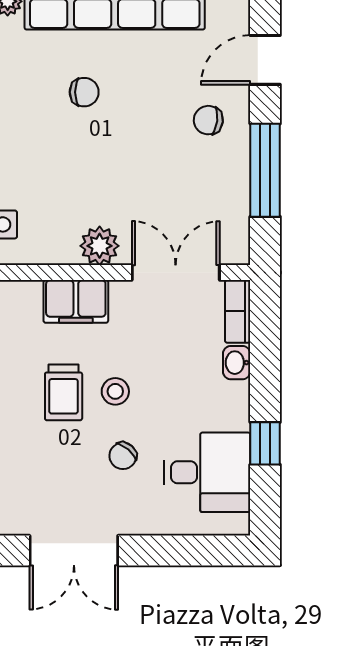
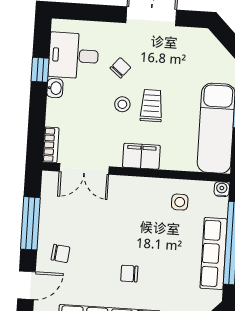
plant: (100, 246) -> (126, 187), removed
washbasin: (237, 363) -> (55, 88), moved

